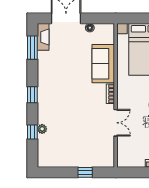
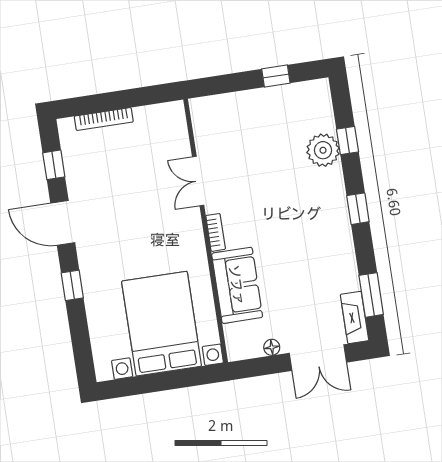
plant: (42, 129) -> (323, 150), width x1.88, depth x1.88
window: (85, 172) -> (276, 76), moved

